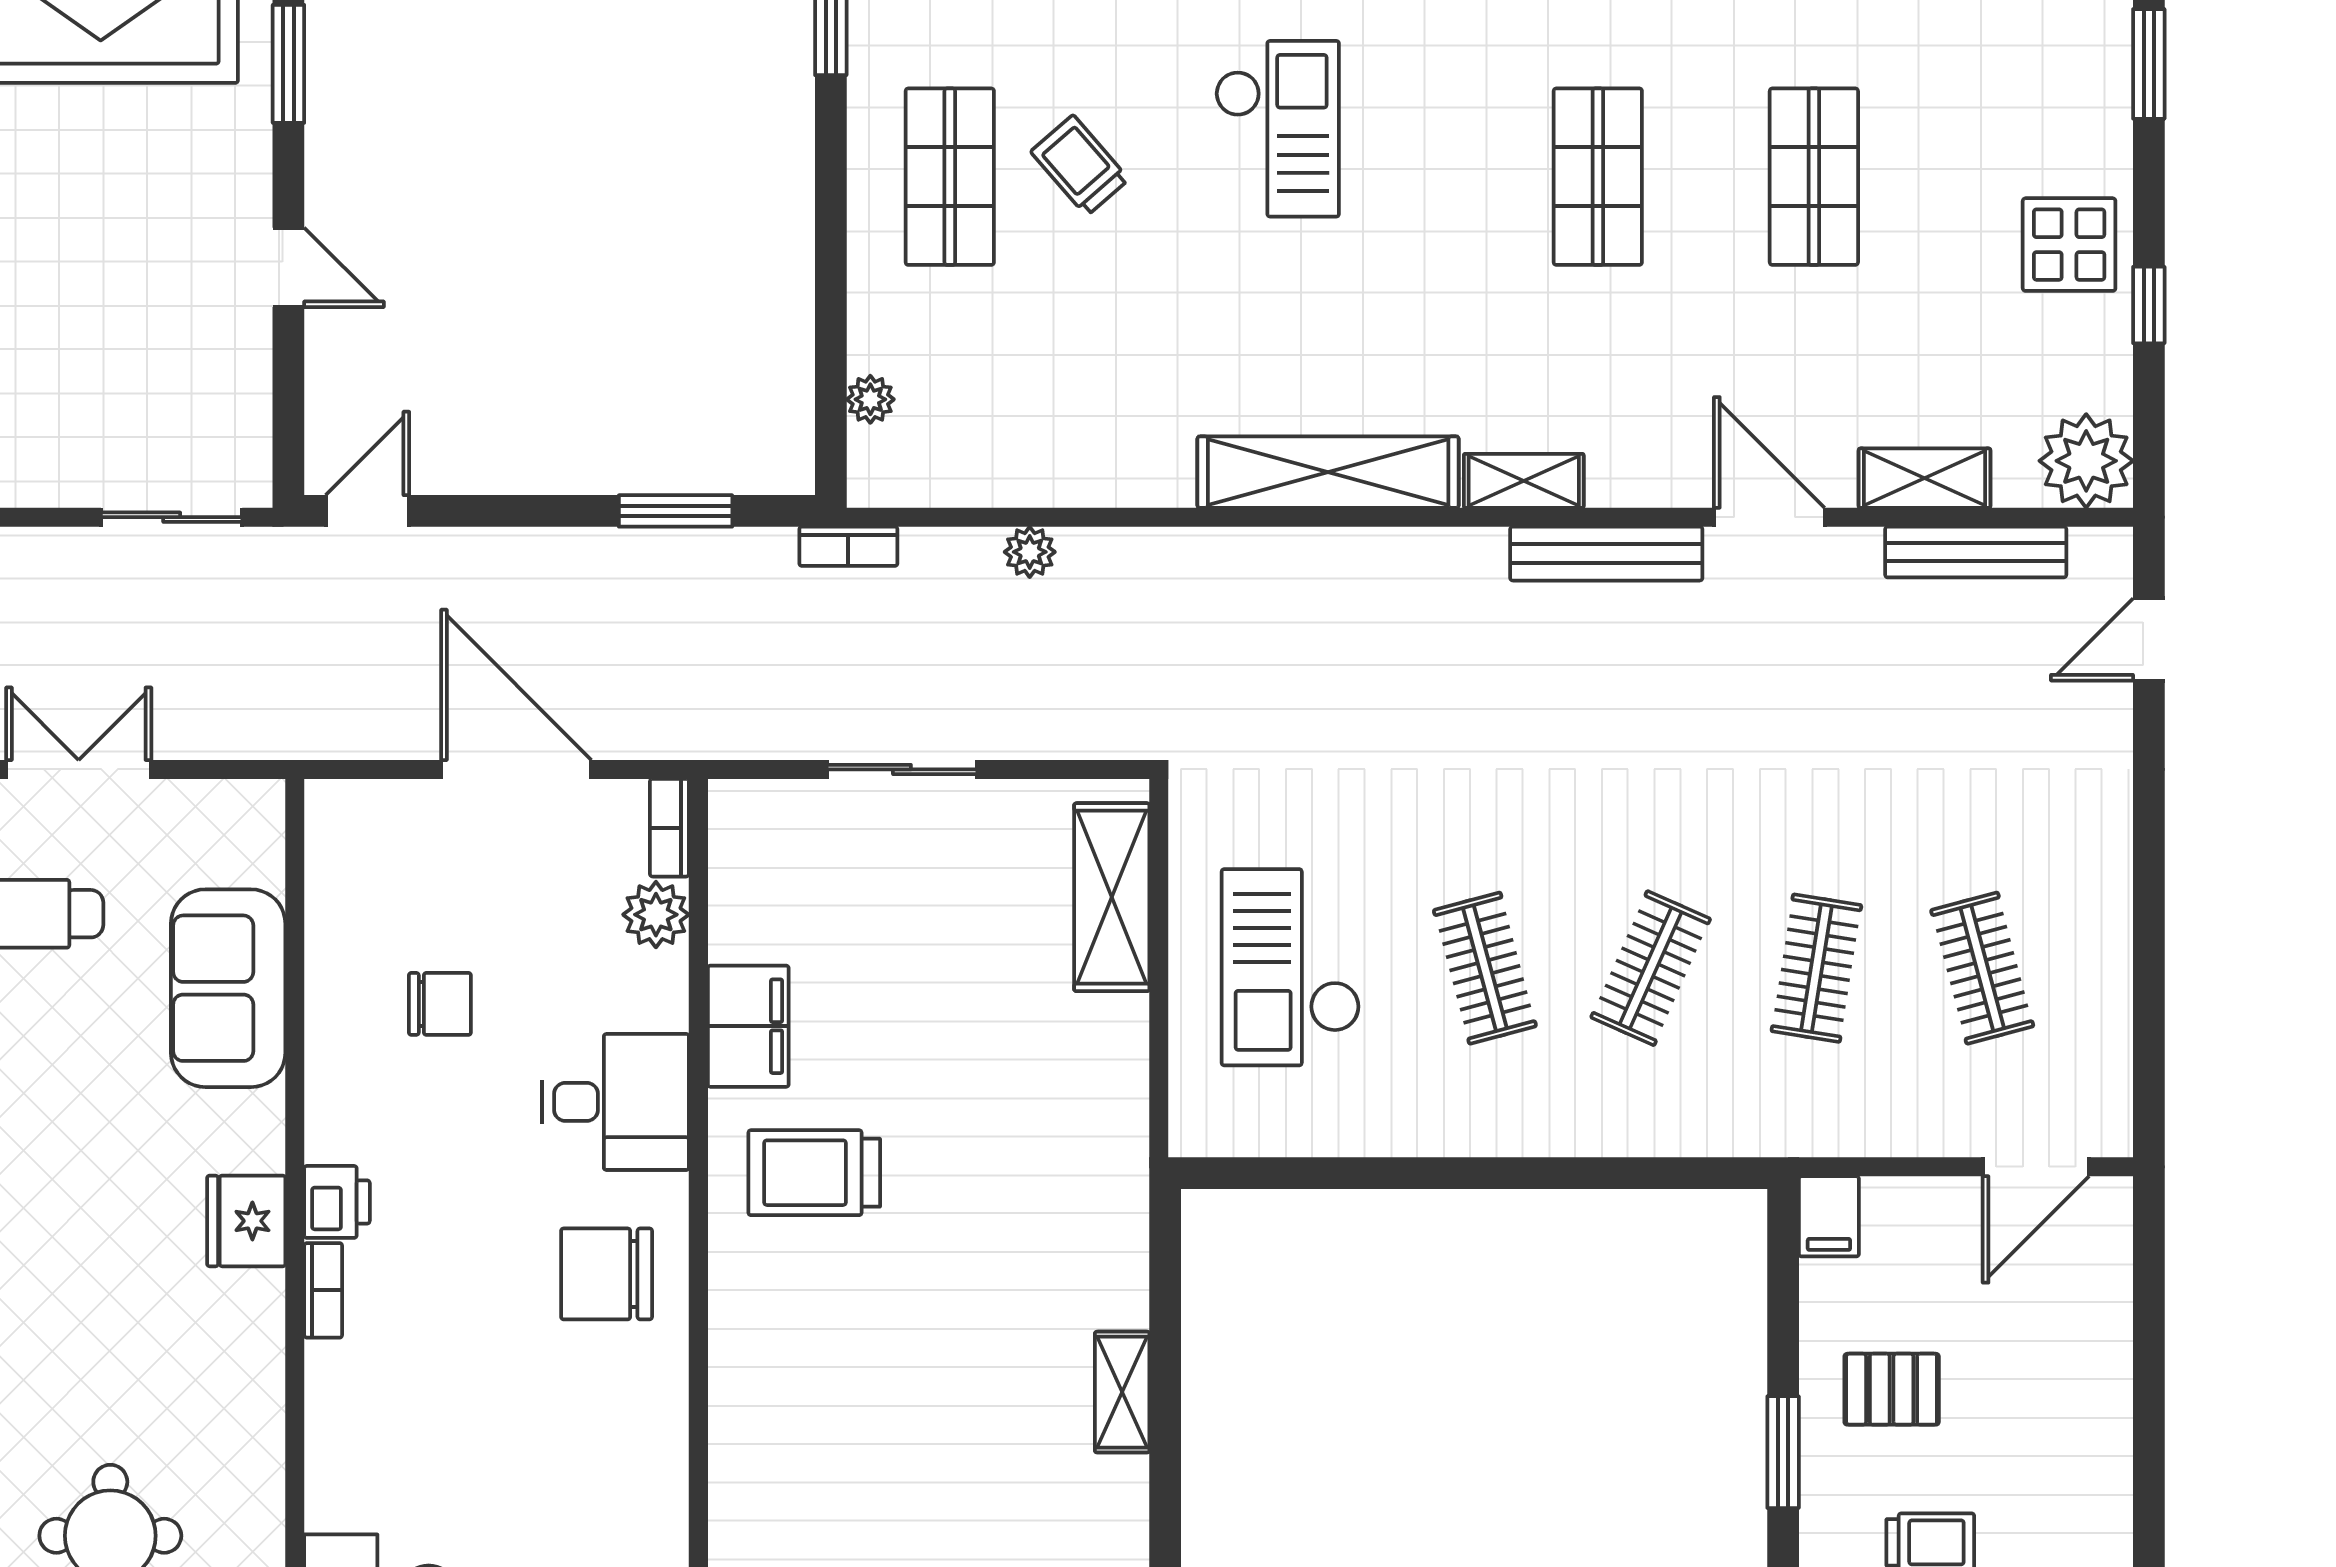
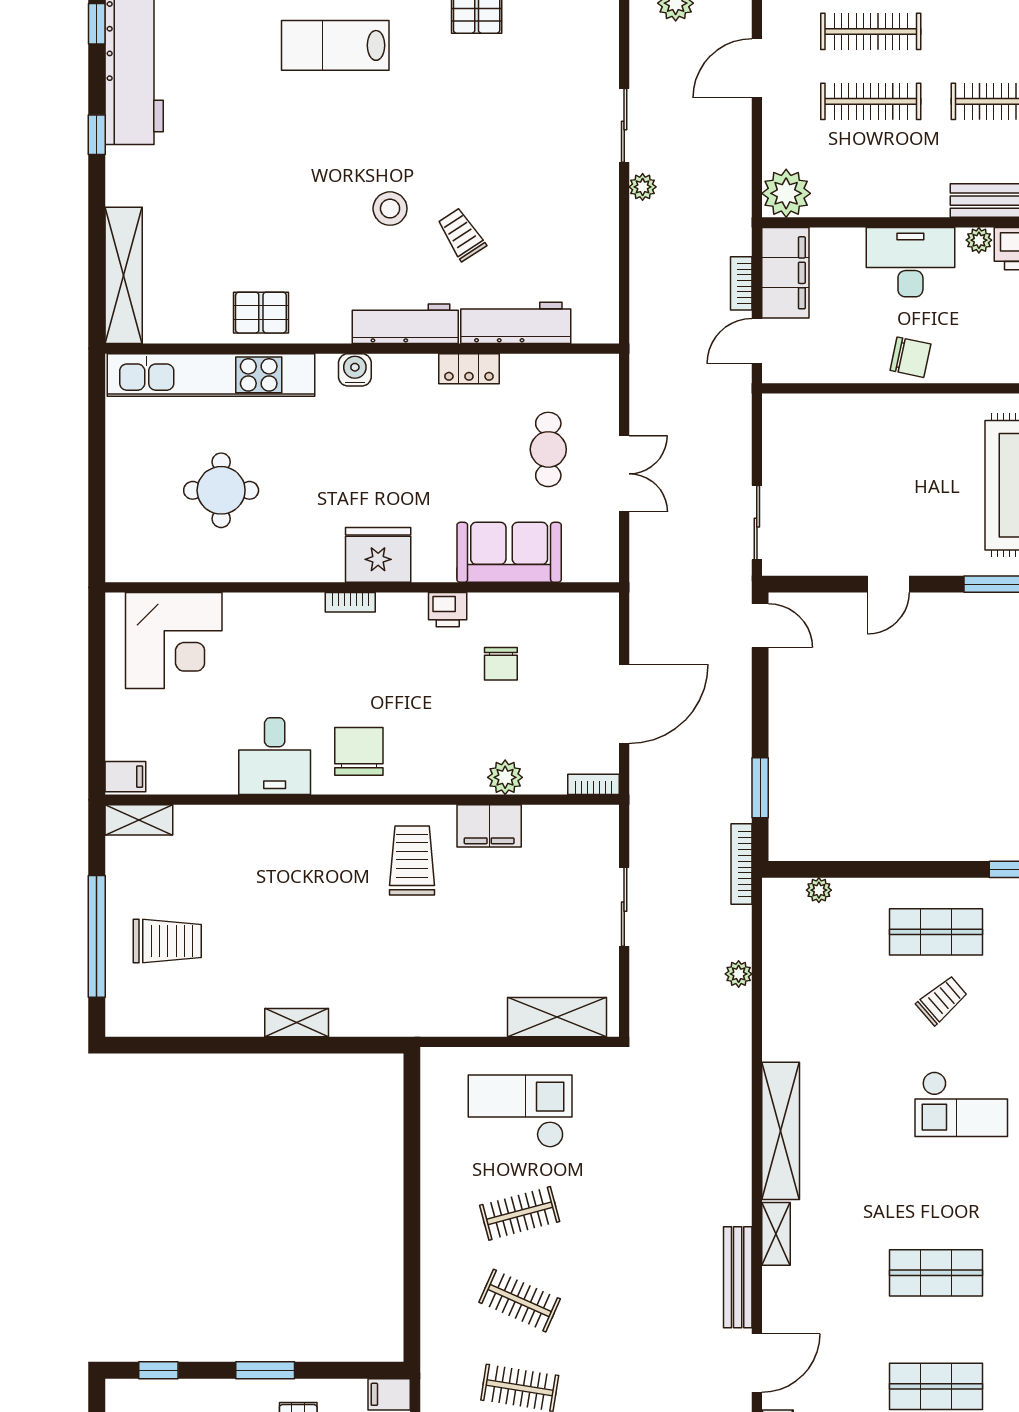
bookcase: (848, 546) -> (742, 864), width x1.56
plant: (656, 915) -> (505, 777), moved
desk: (616, 1102) -> (275, 756), moved
printer: (337, 1202) -> (448, 610), moved
fridge: (246, 1221) -> (378, 555), width x1.36, depth x1.34

